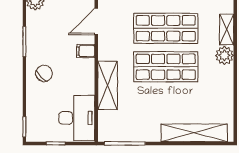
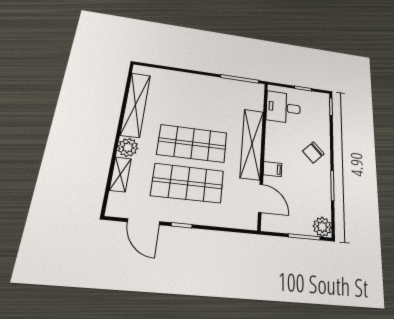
door: (96, 22) -> (260, 198), hinge flipped
shelving: (108, 85) -> (252, 144), width x1.47
desk: (77, 118) -> (283, 107), width x0.73
shelving: (194, 133) -> (135, 105), moved, turned 90

